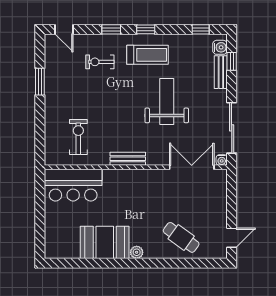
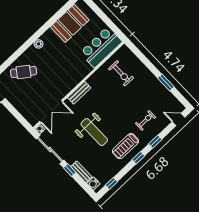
window: (232, 61) -> (70, 170), moved
bench: (128, 159) -> (79, 93), moved
booth: (105, 242) -> (70, 23), moved

